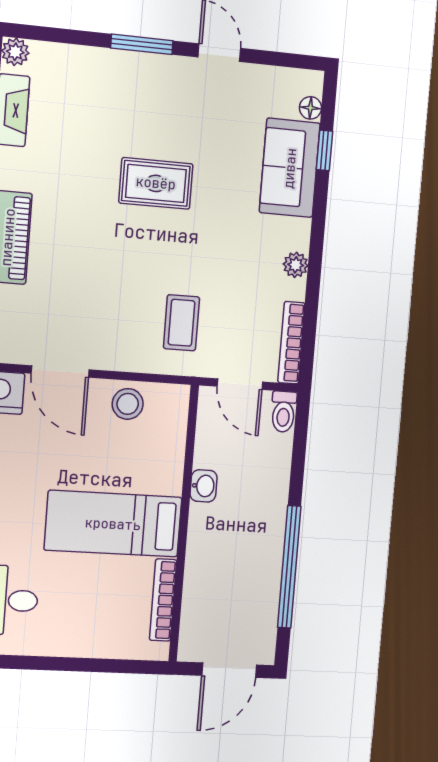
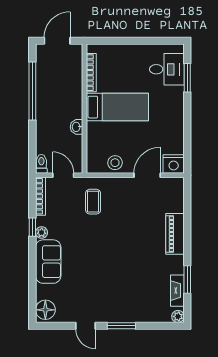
floor lamp: (310, 108) -> (45, 310), width x1.89, depth x1.89
window: (324, 150) -> (32, 227), moved
sofa: (290, 168) -> (48, 262), moved
rug: (156, 183) -> (110, 264), removed
door: (60, 371) -> (147, 175), hinge flipped

